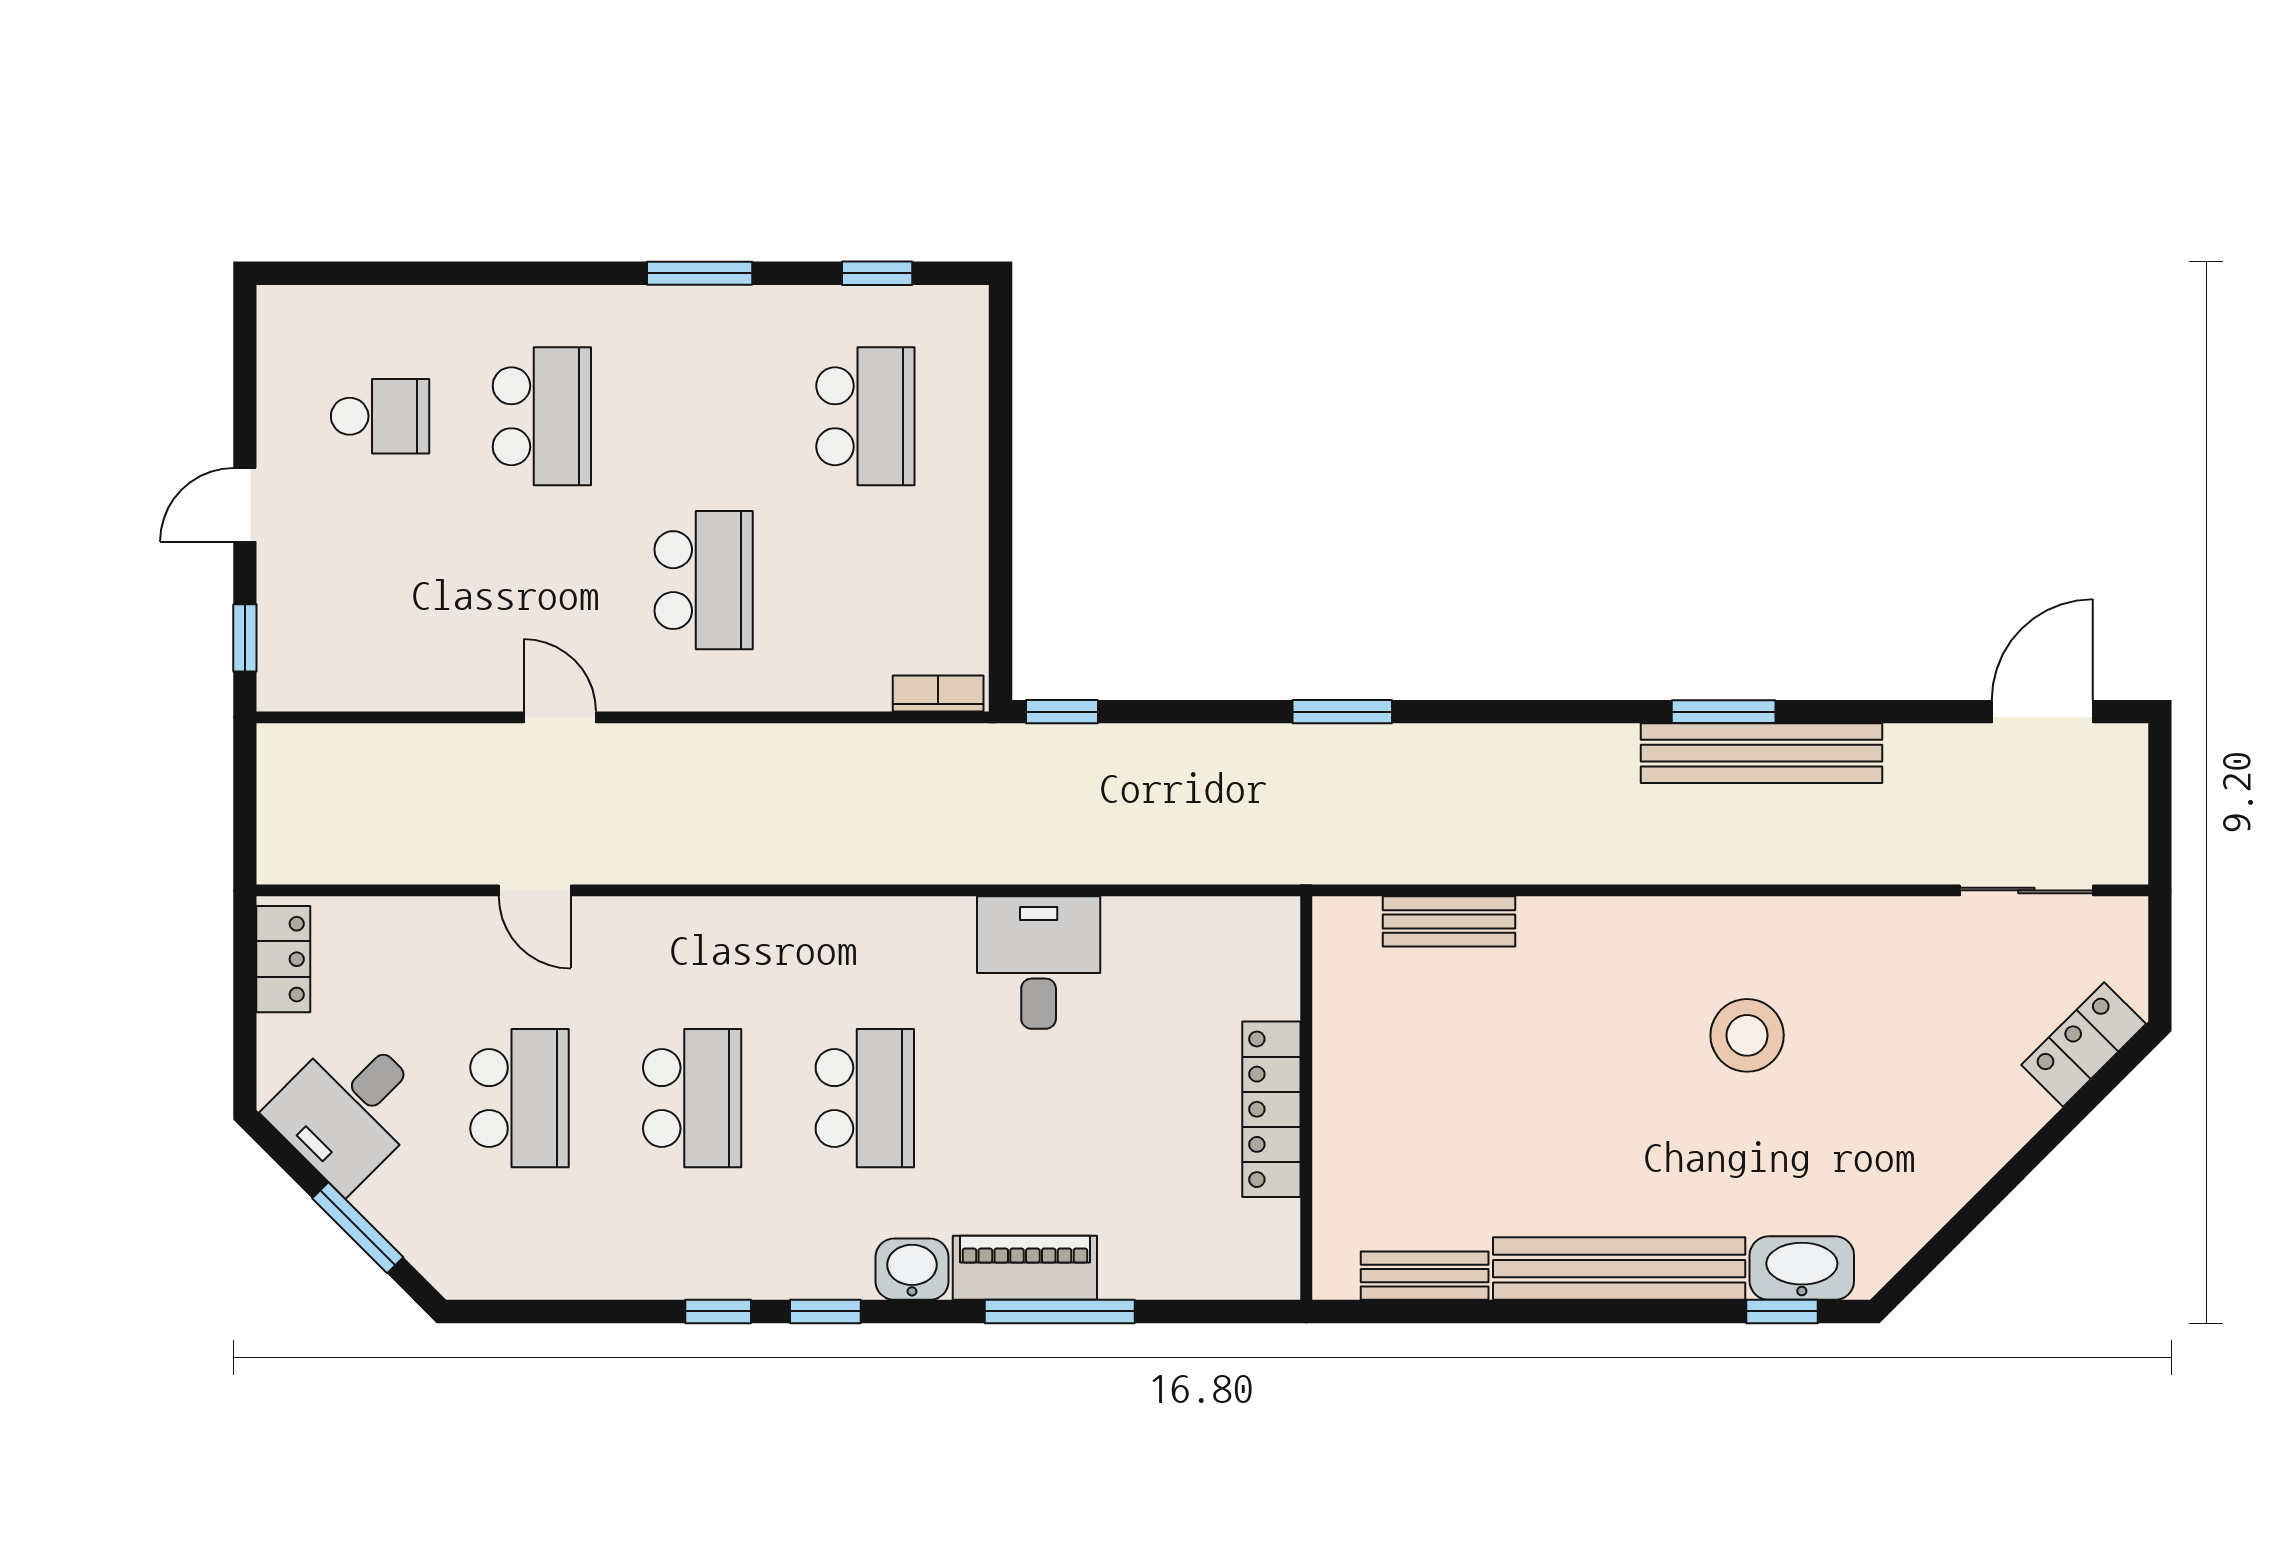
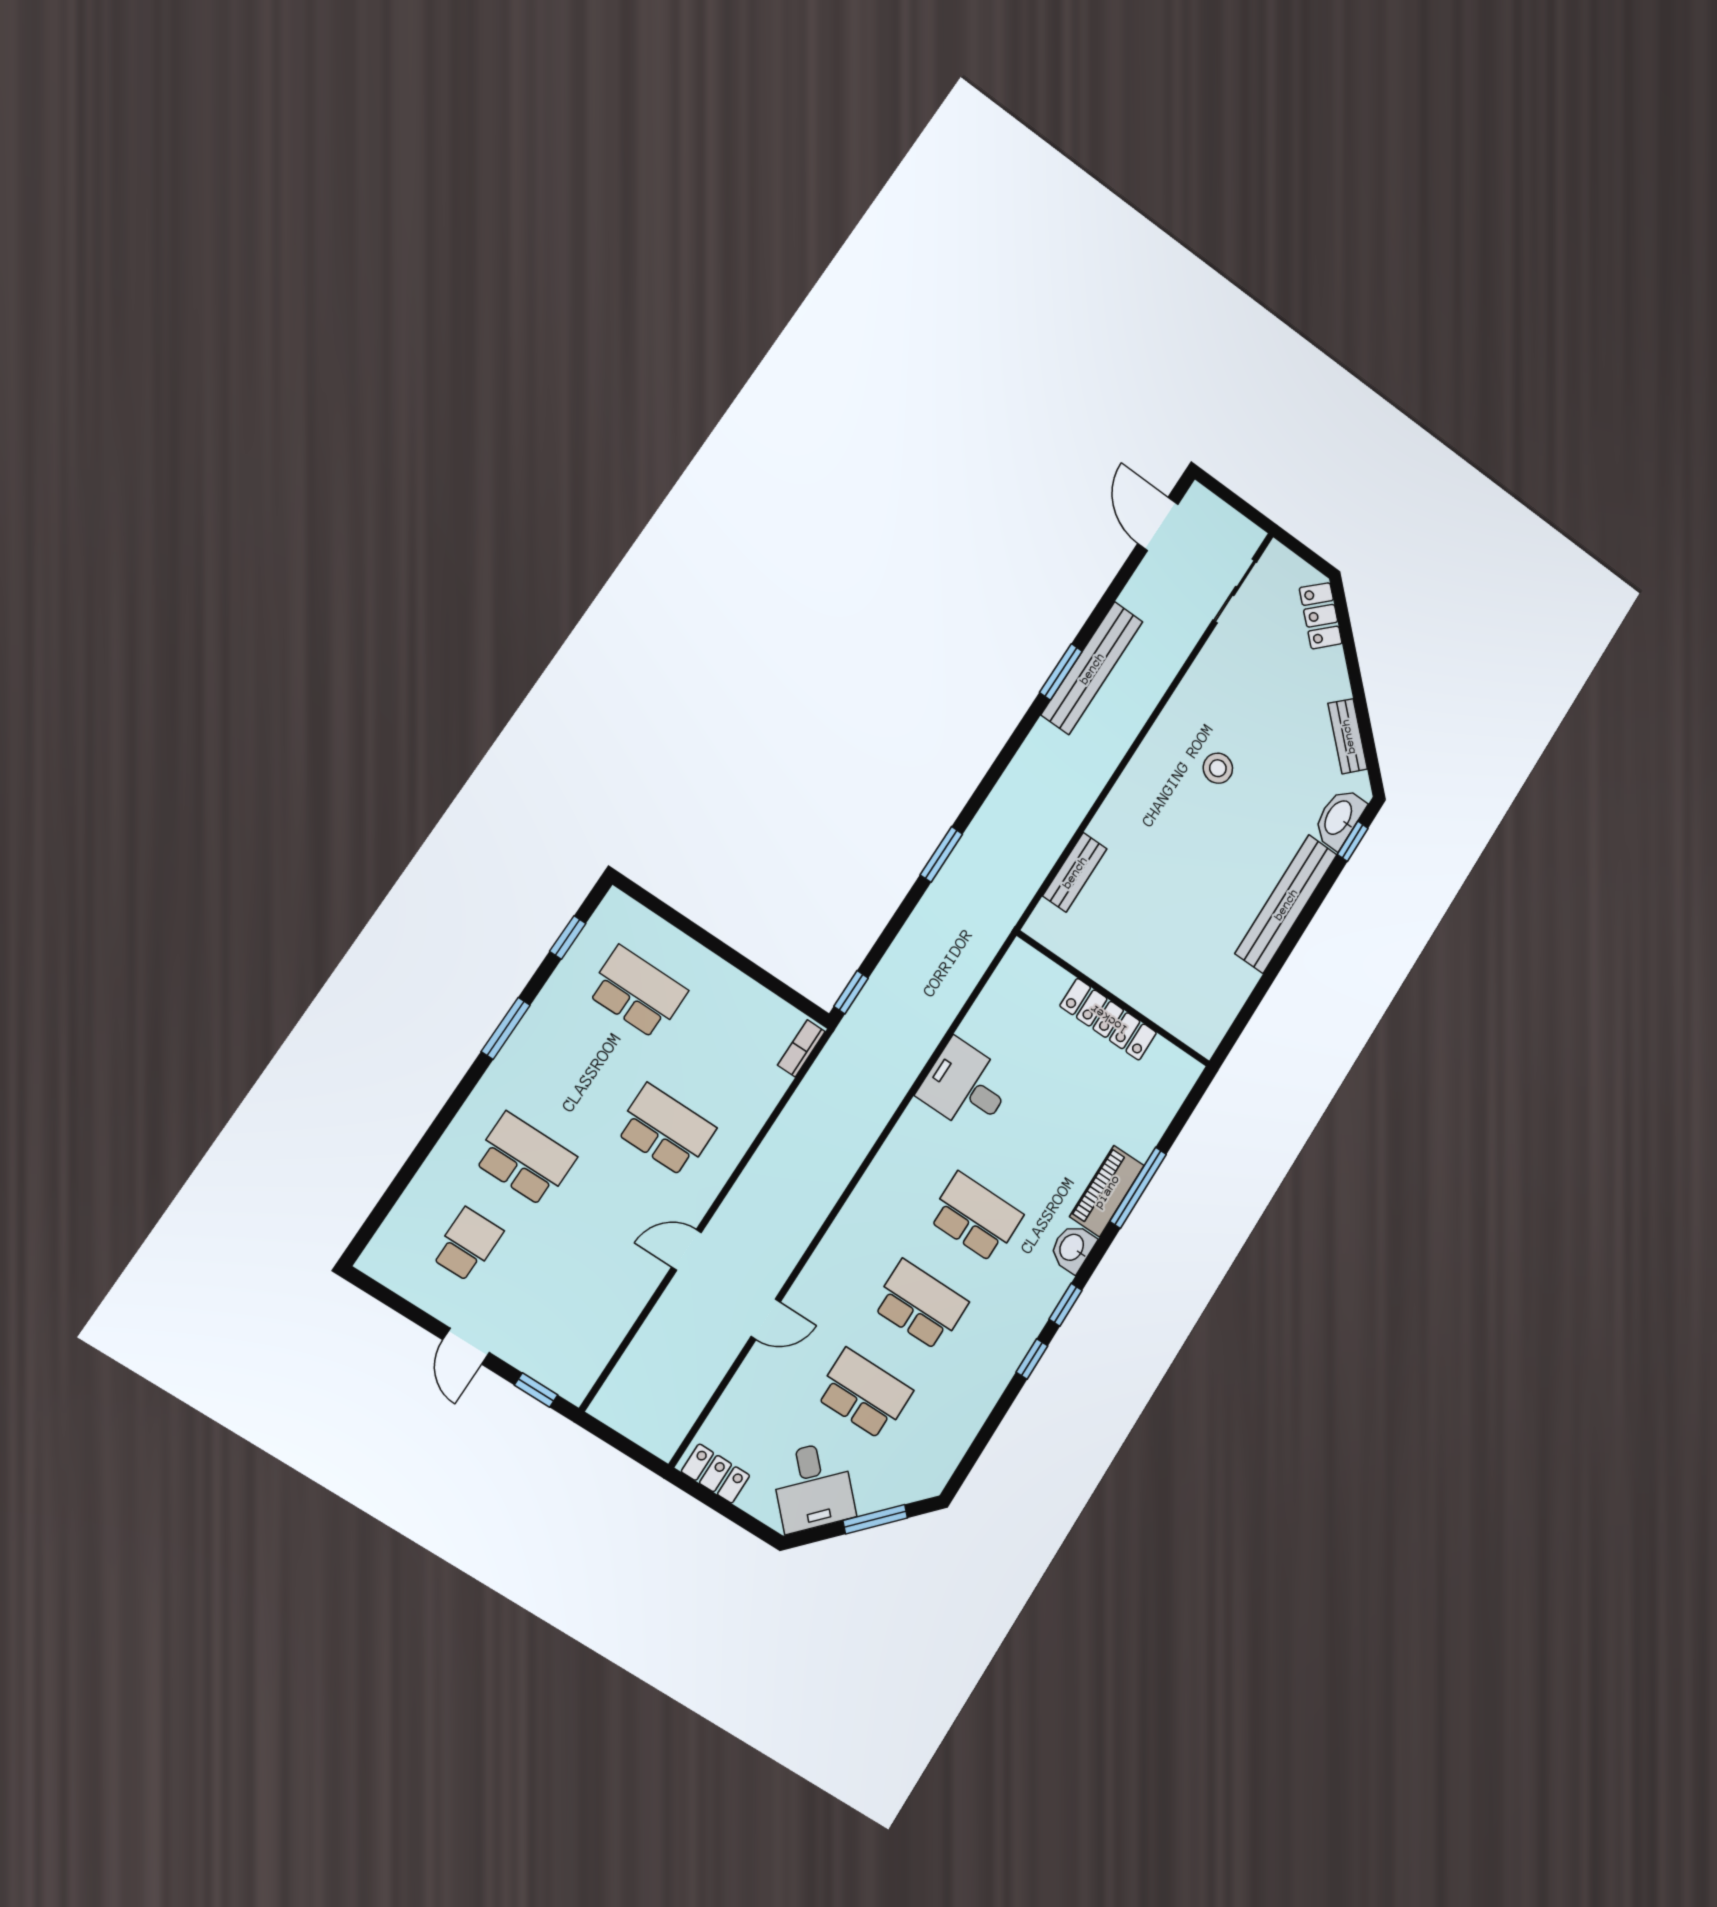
stool: (1747, 1035) -> (1218, 768), width x0.73, depth x0.73
bench: (1425, 1276) -> (1348, 736), moved, turned -45

